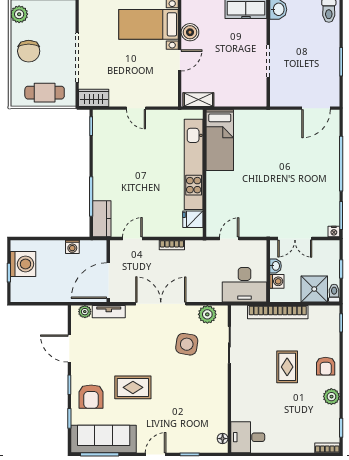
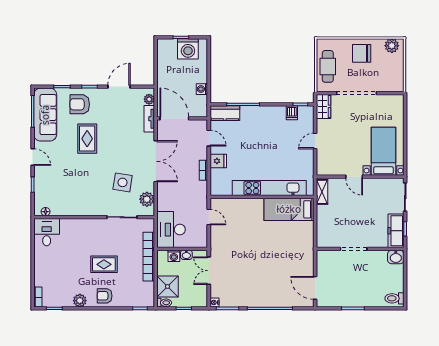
boiler: (190, 32) -> (377, 185), removed
dishwasher: (101, 137) -> (292, 113), added
fridge: (193, 219) -> (218, 161), moved, turned 90

